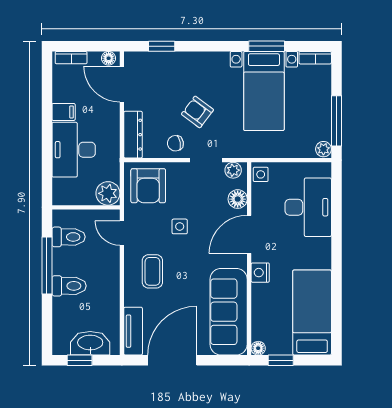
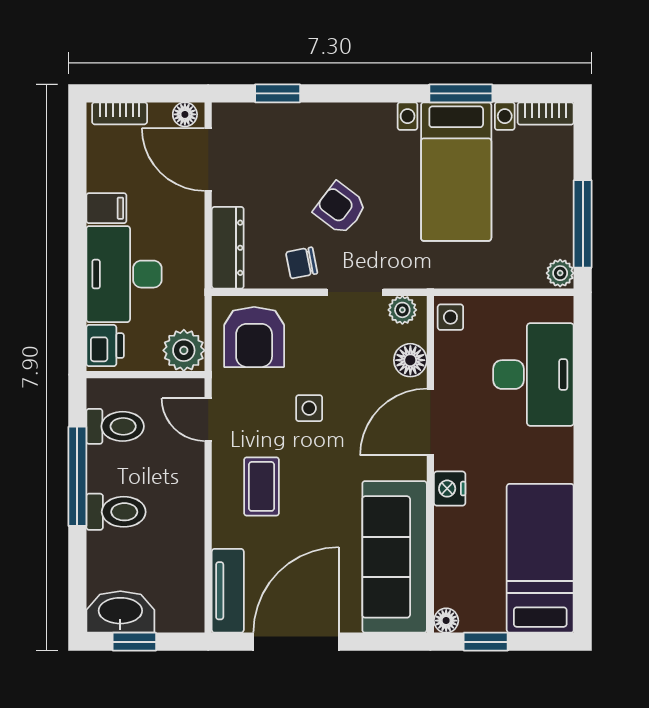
printer: (63, 191) -> (105, 346), added
washbasin: (90, 343) -> (120, 612), moved

